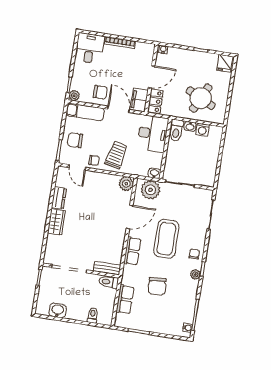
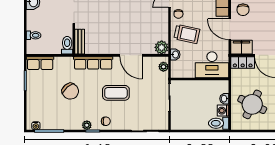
door: (118, 109) -> (230, 29), swing flipped
toilet: (176, 130) -> (219, 123), moved
washbasin: (154, 173) -> (175, 55), moved
plant: (150, 190) -> (163, 67), width x0.53, depth x0.53
coffee table: (166, 239) -> (116, 93), width x0.73, depth x0.76
row of seats: (132, 251) -> (93, 63), width x1.48
chair: (157, 286) -> (70, 91), turned -126
row of seats: (125, 299) -> (40, 63), moved

